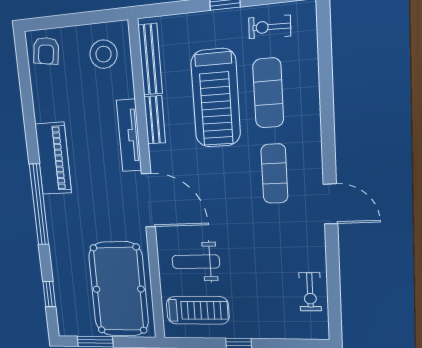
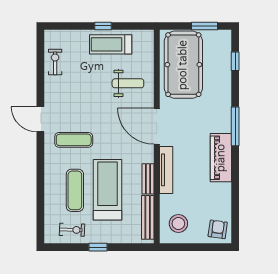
exercise mat: (274, 174) -> (74, 140), turned 90
window: (39, 204) -> (235, 126), width x0.68
treadmill: (198, 310) -> (111, 44), moved

